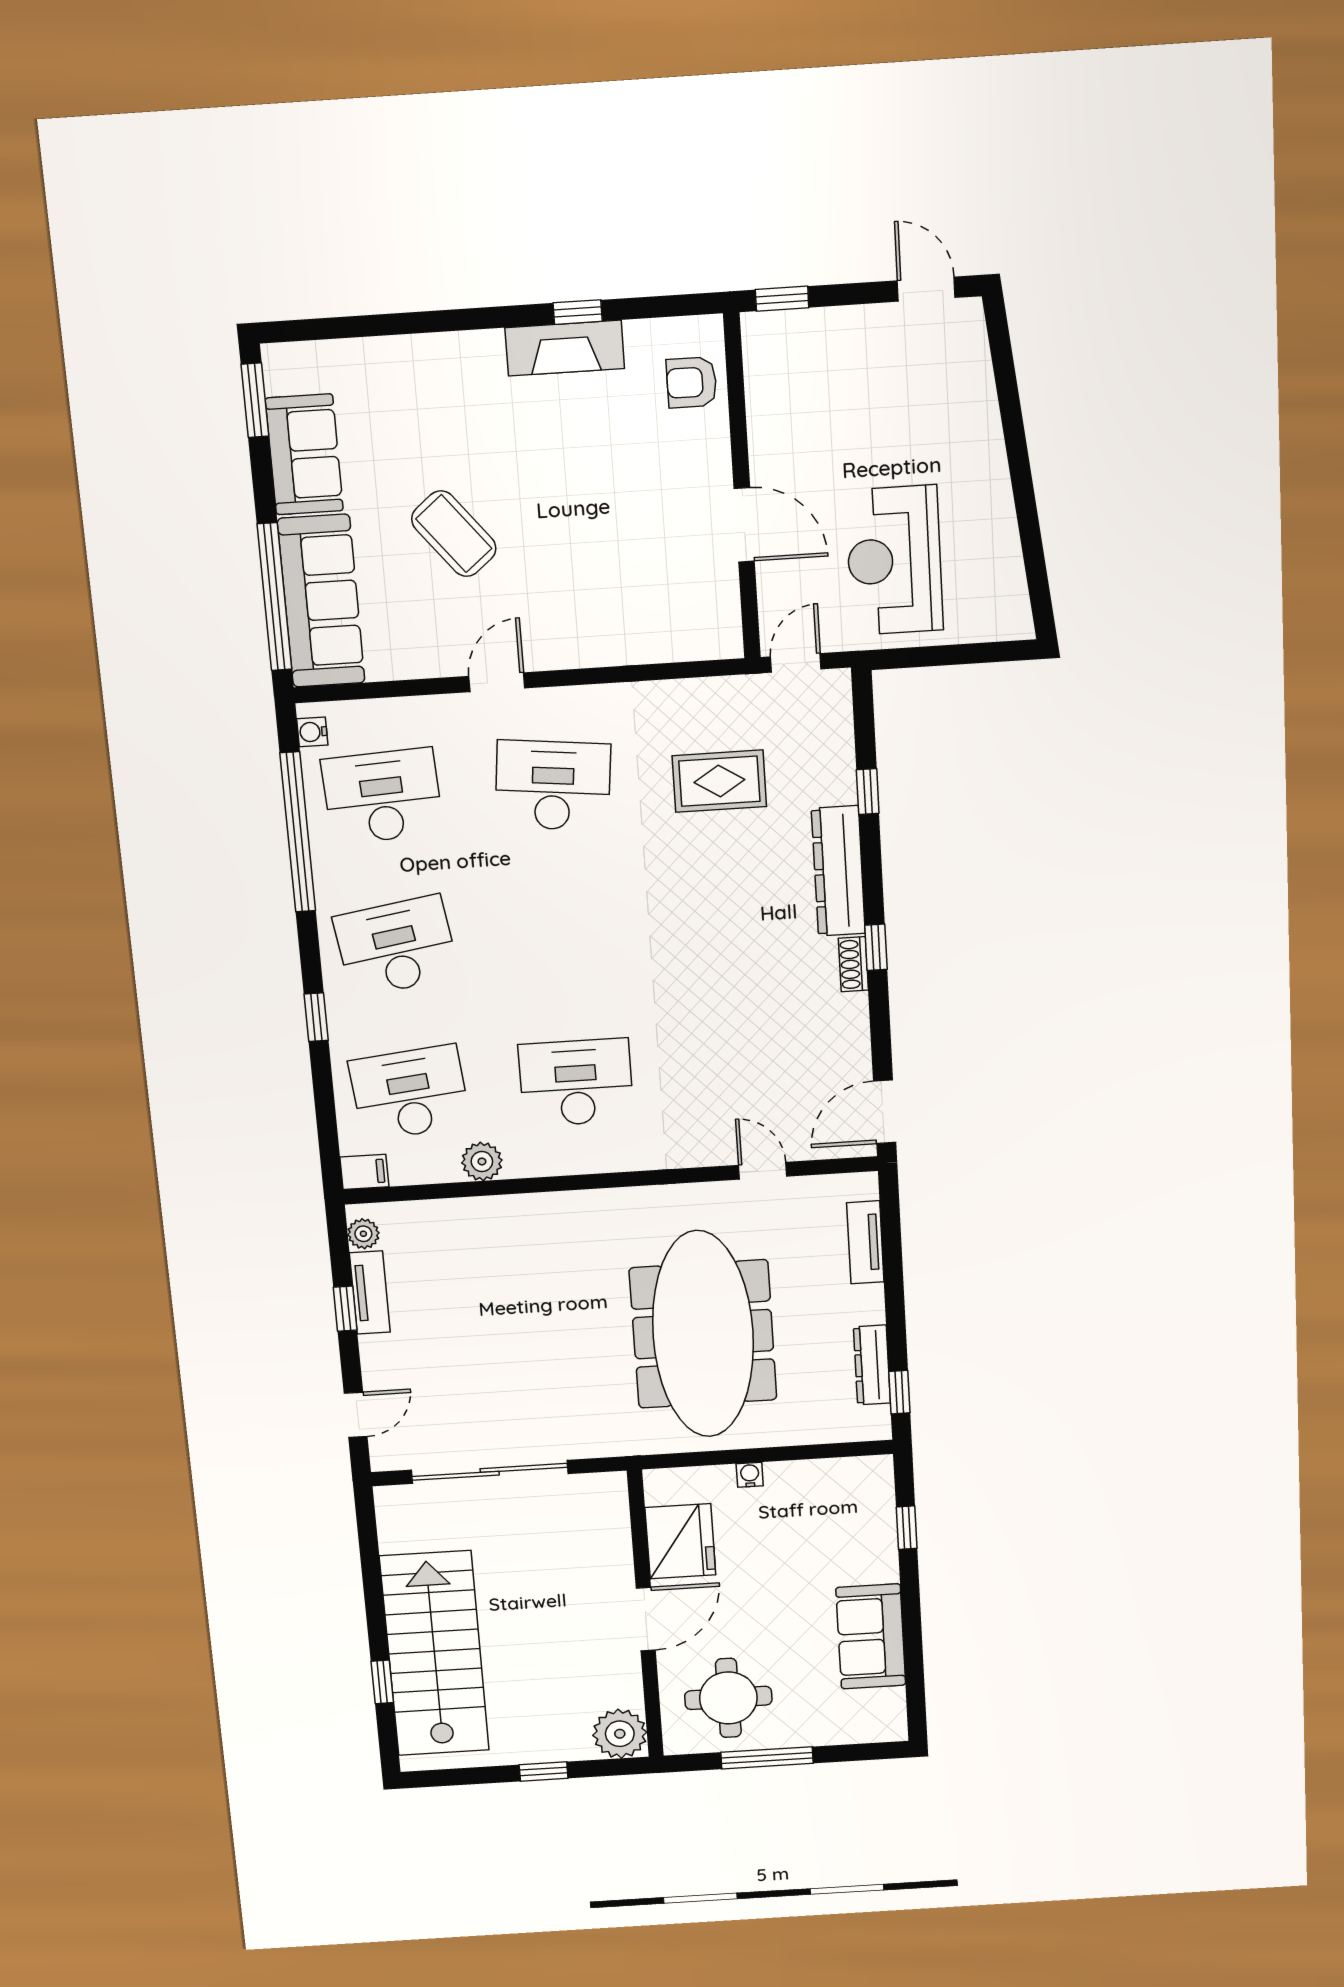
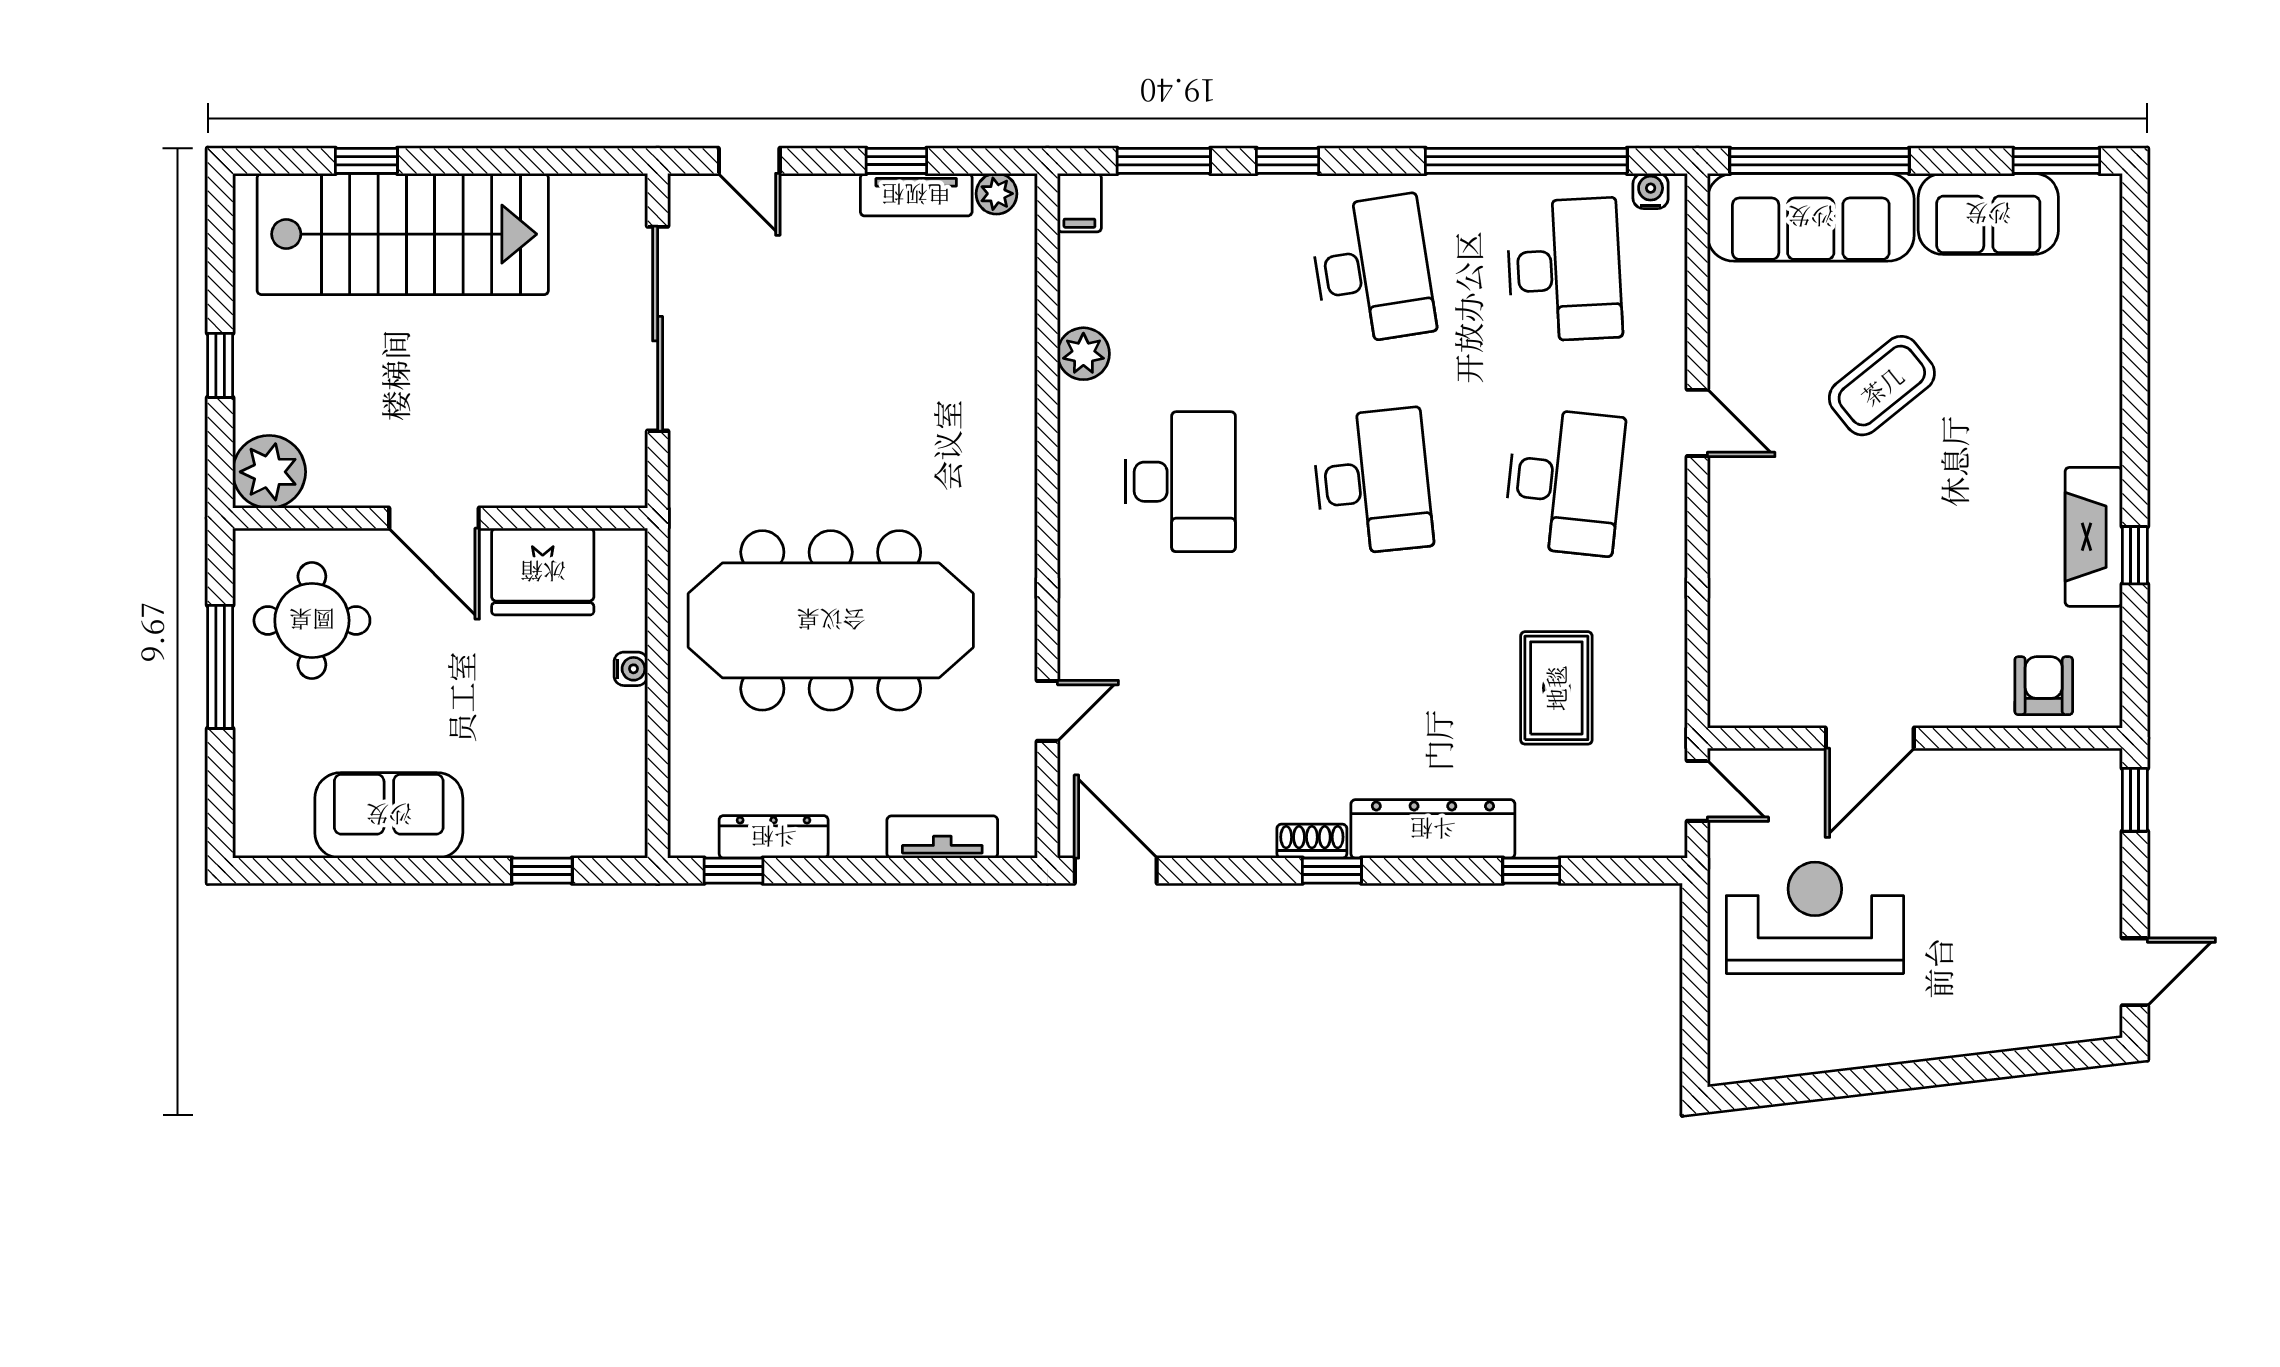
desk: (410, 1093) -> (1372, 482), moved
window: (325, 1111) -> (1164, 161), added

